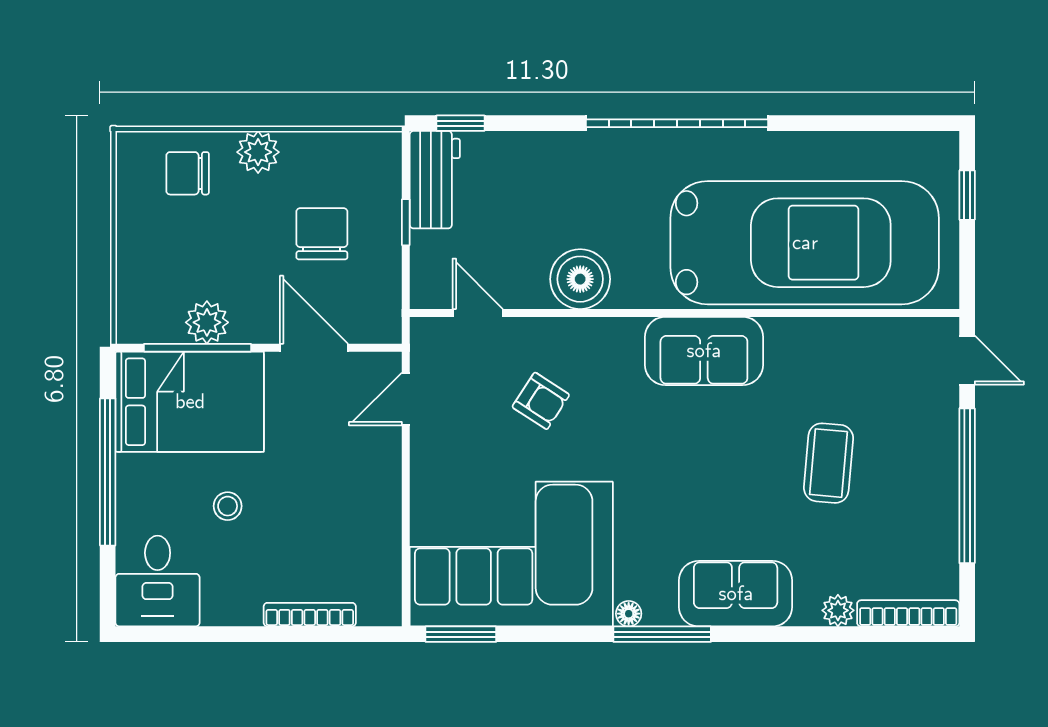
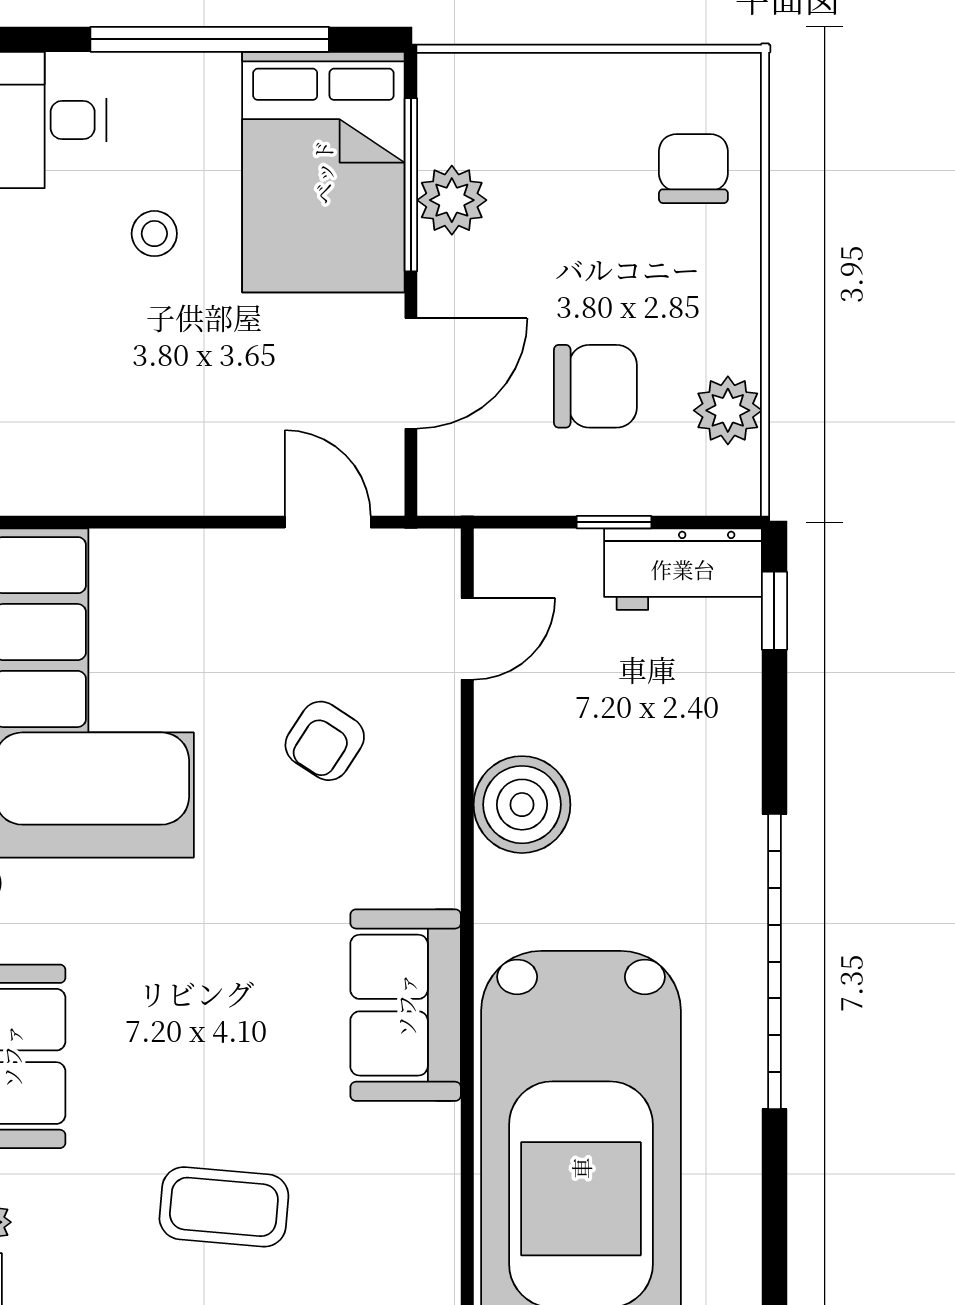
plant: (258, 152) -> (728, 410), moved

